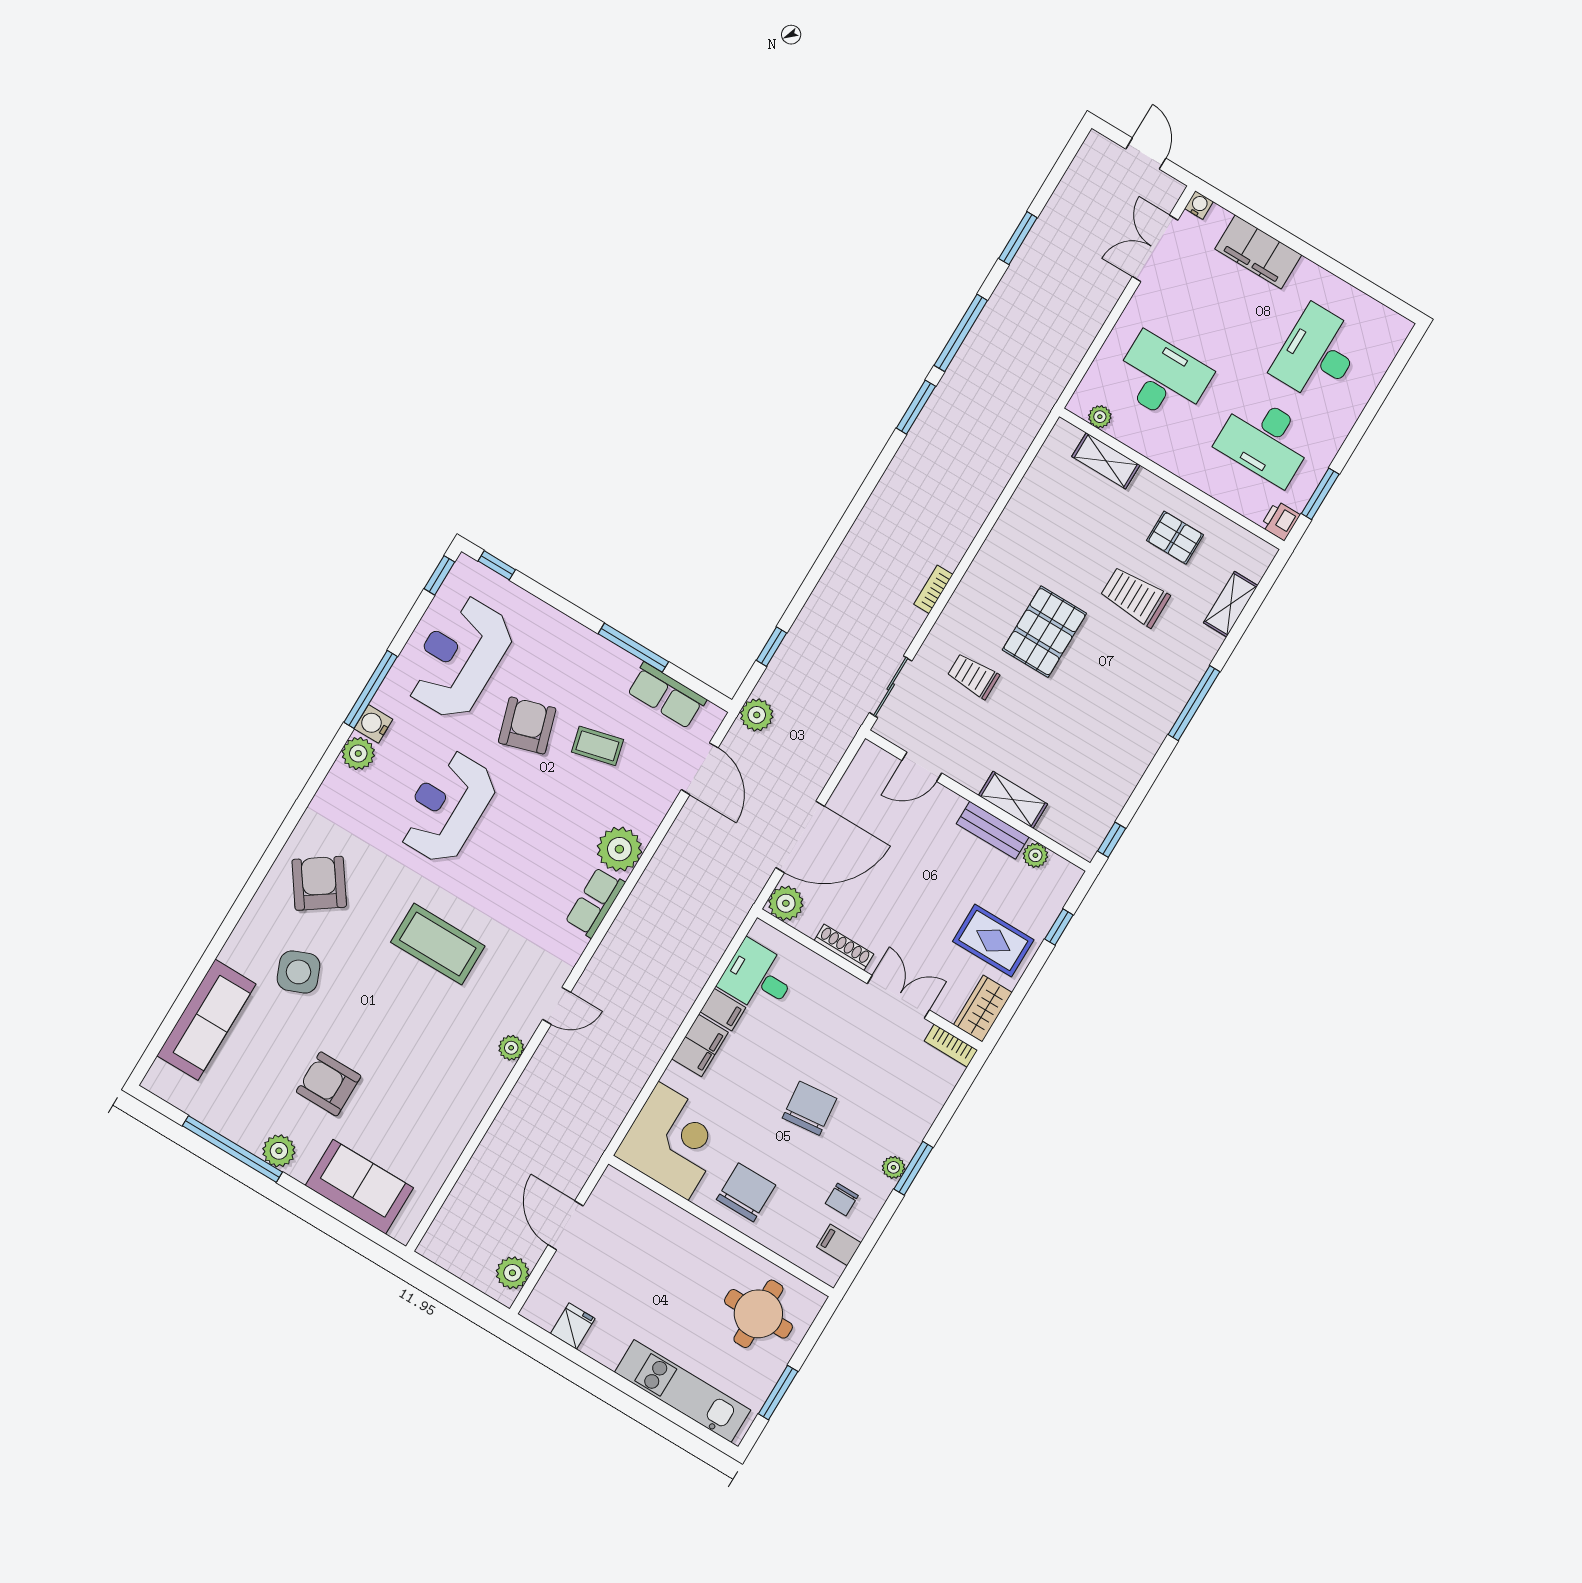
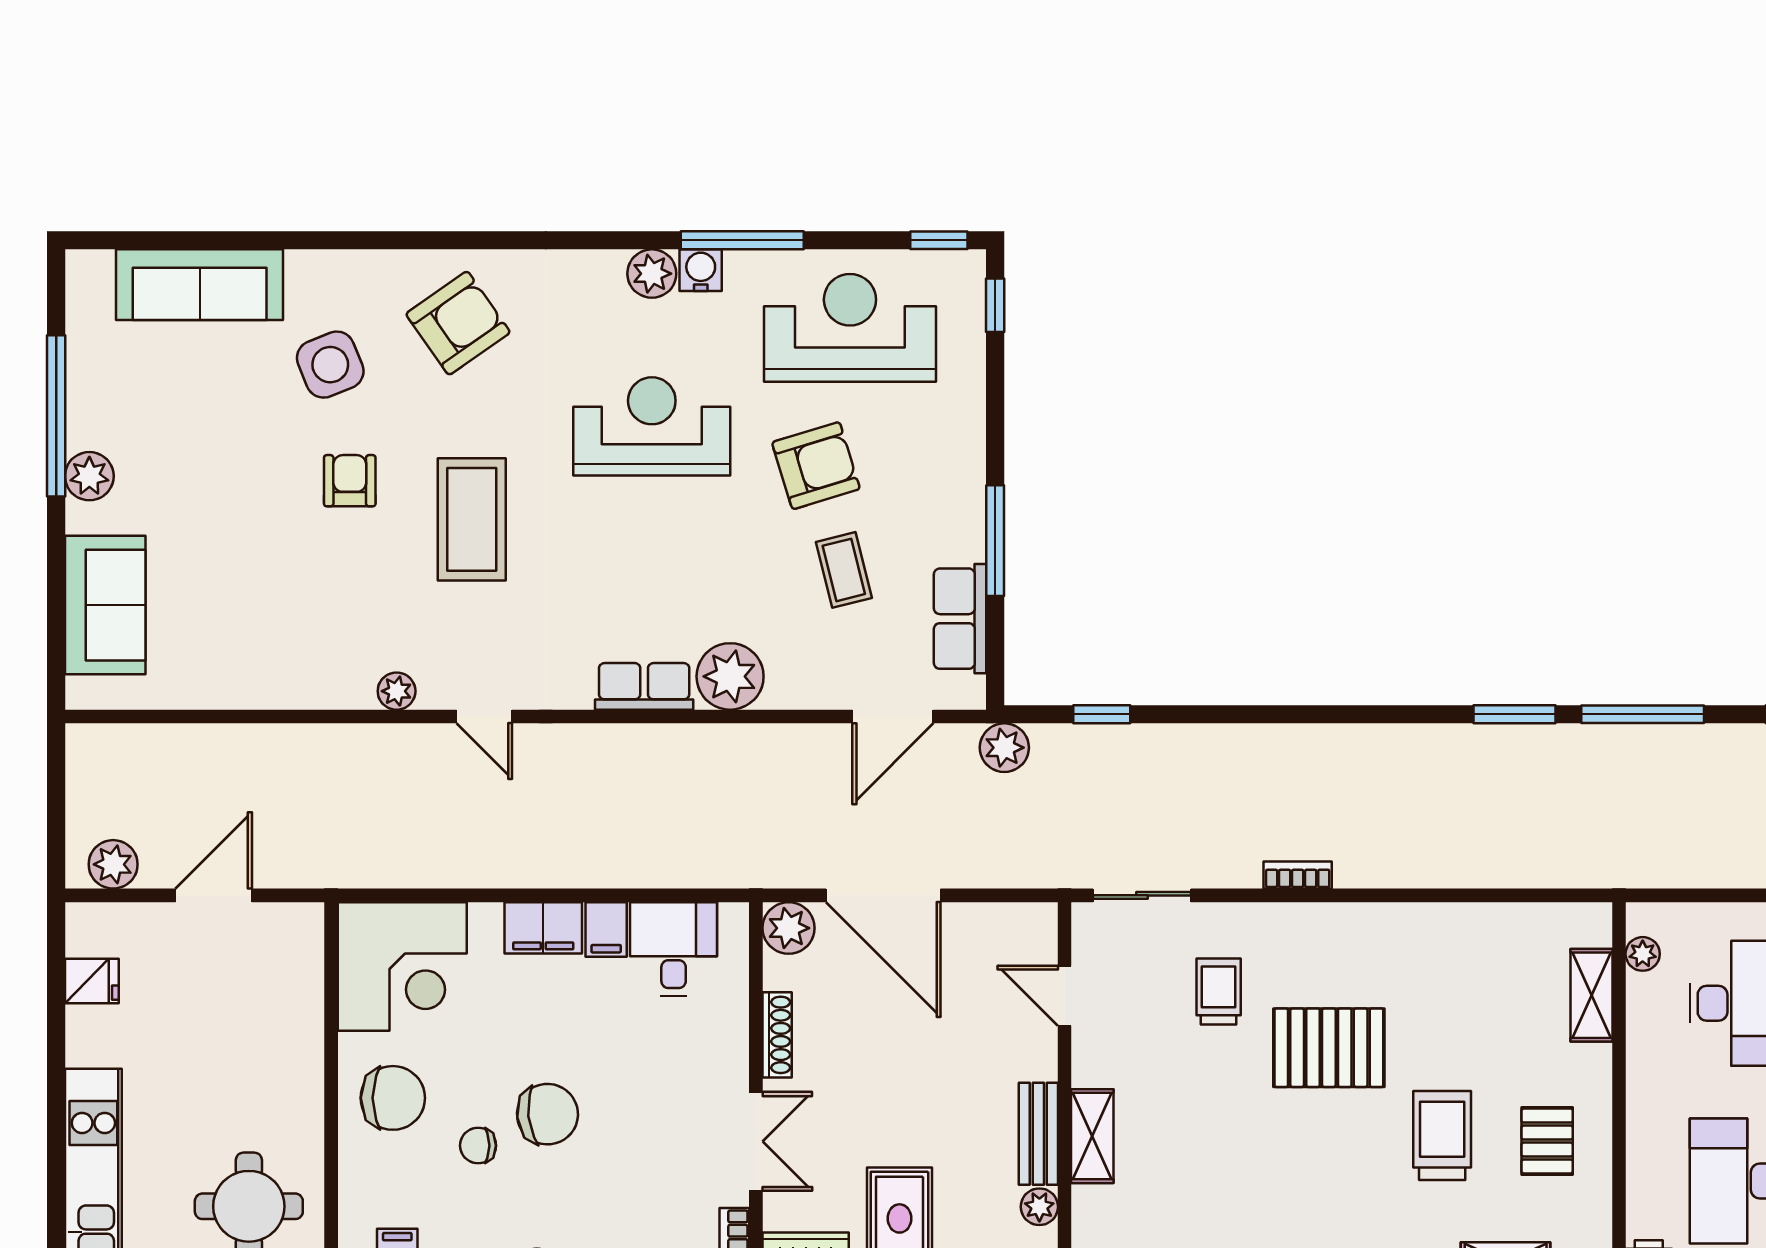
armchair: (329, 1084) -> (350, 481), moved, width x0.72, depth x0.72
chair: (842, 1200) -> (478, 1146), moved

